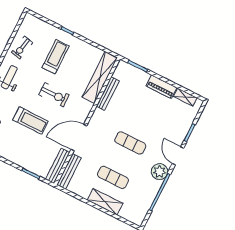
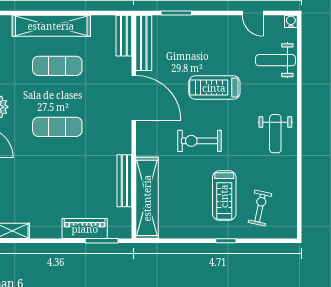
exercise bike: (22, 47) -> (260, 208), moved
piano: (161, 87) -> (85, 229), moved
door: (79, 138) -> (134, 98), hinge flipped
bench: (69, 171) -> (124, 36), width x0.73
shelving: (105, 202) -> (51, 26), width x1.47

